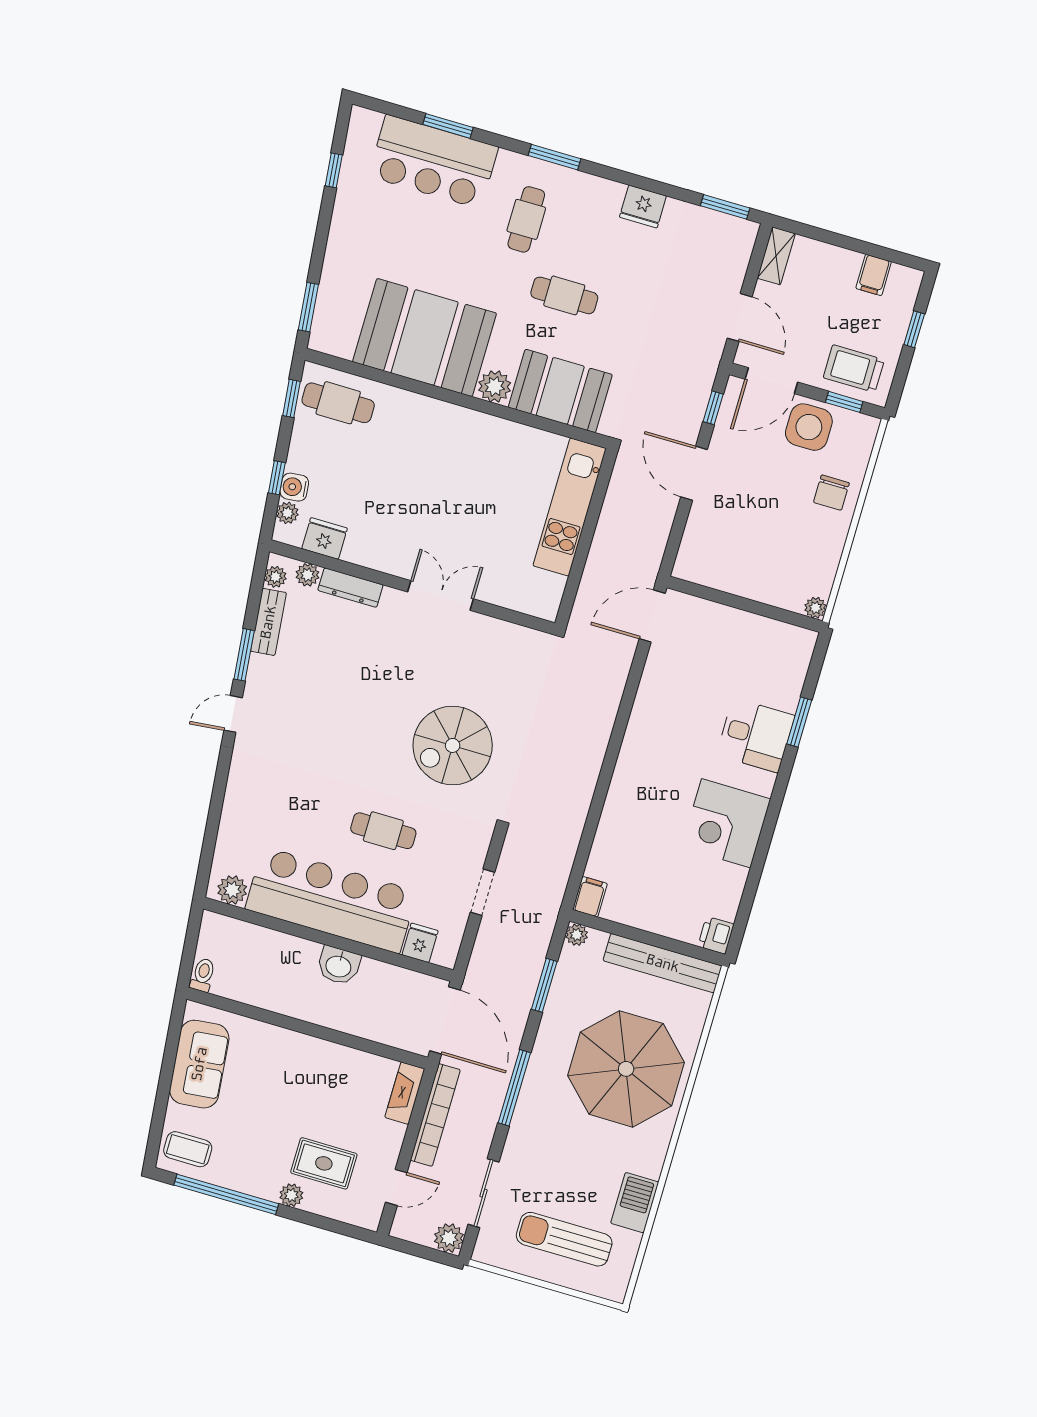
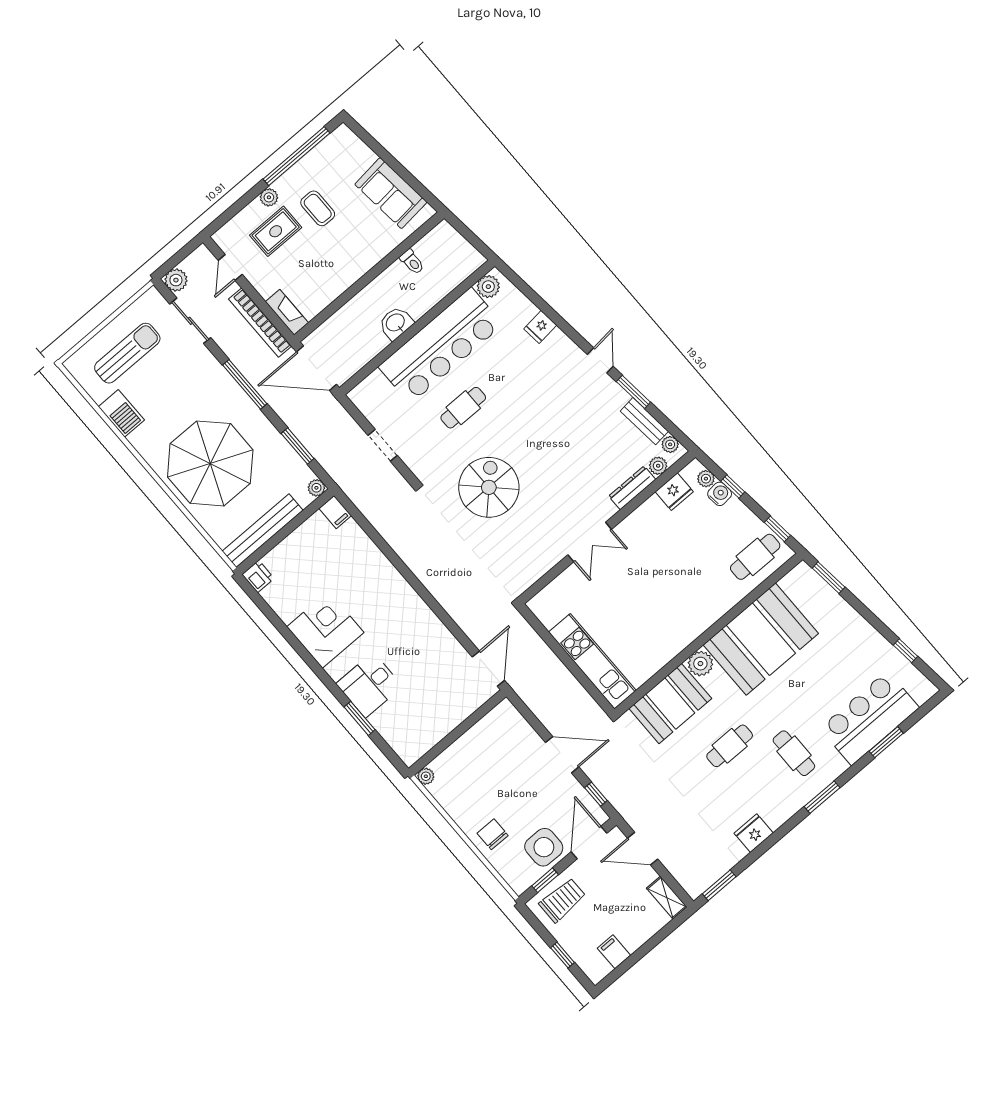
fridge: (420, 943) -> (540, 327), moved, turned 84
toilet: (203, 975) -> (412, 262), moved
coffee table: (188, 1149) -> (318, 208), moved, turned 90

